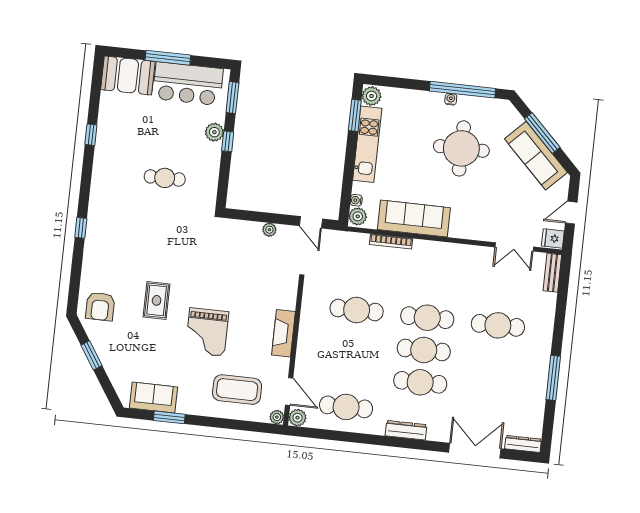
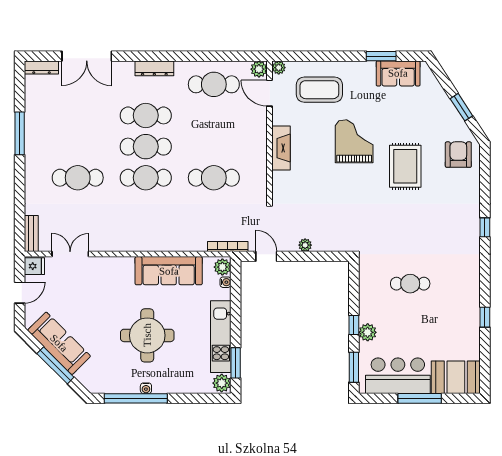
round table: (461, 148) -> (147, 335), moved
bookcase: (391, 241) -> (228, 247), moved
rug: (157, 300) -> (405, 166), width x1.36, depth x1.43

